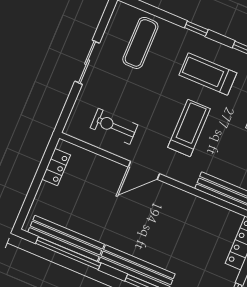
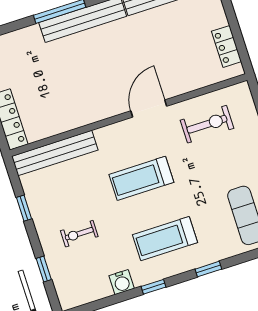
treadmill: (208, 74) -> (165, 239), turned 180
treadmill: (189, 128) -> (141, 178), turned 90

